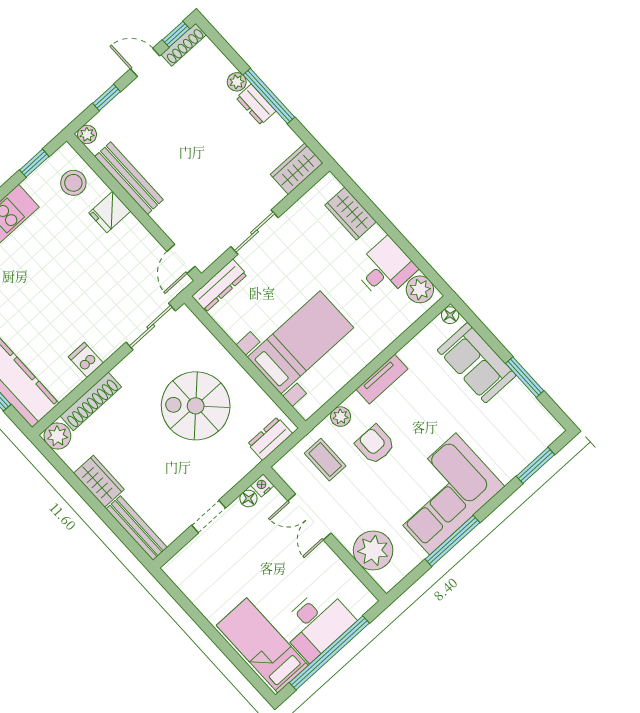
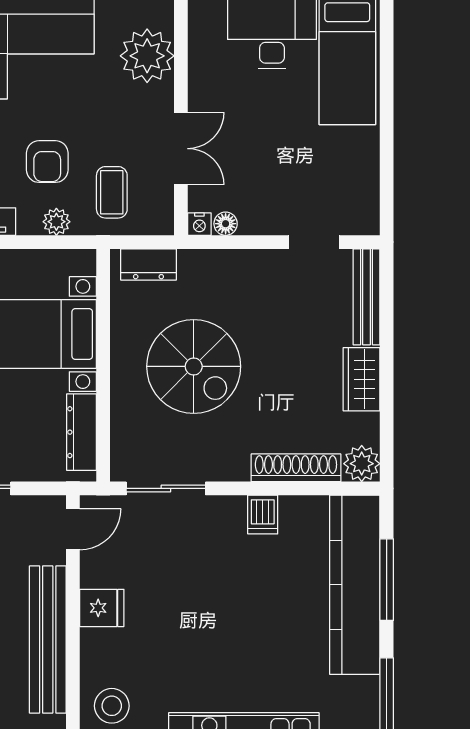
bench: (129, 178) -> (48, 639), width x1.37, depth x1.21
fridge: (110, 212) -> (102, 608), moved
dresser: (219, 285) -> (81, 432), moved, turned -90
doorway: (209, 517) -> (314, 242), moved

